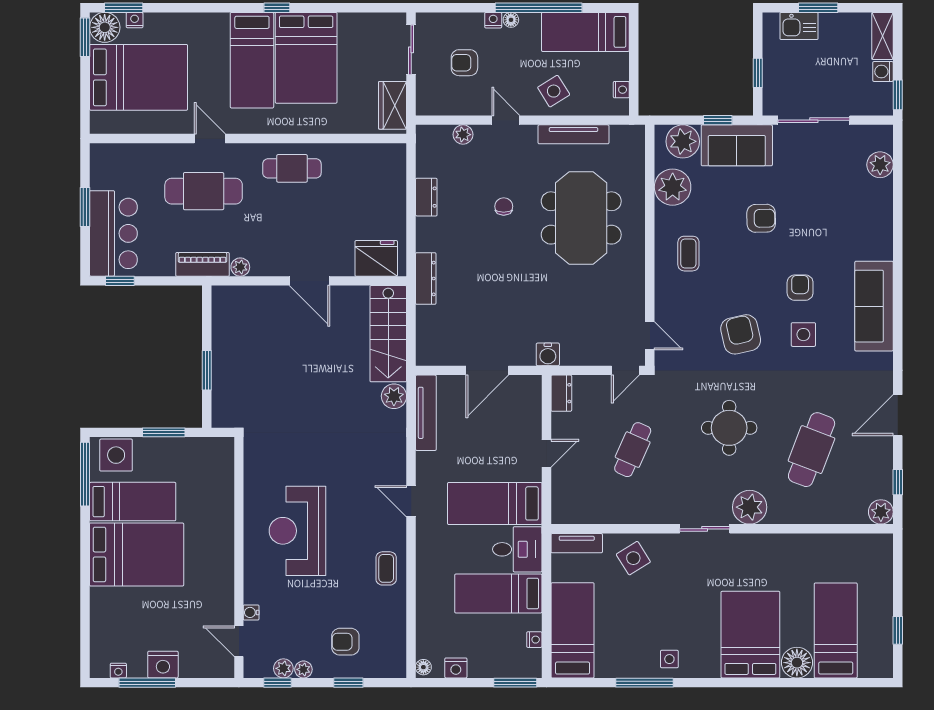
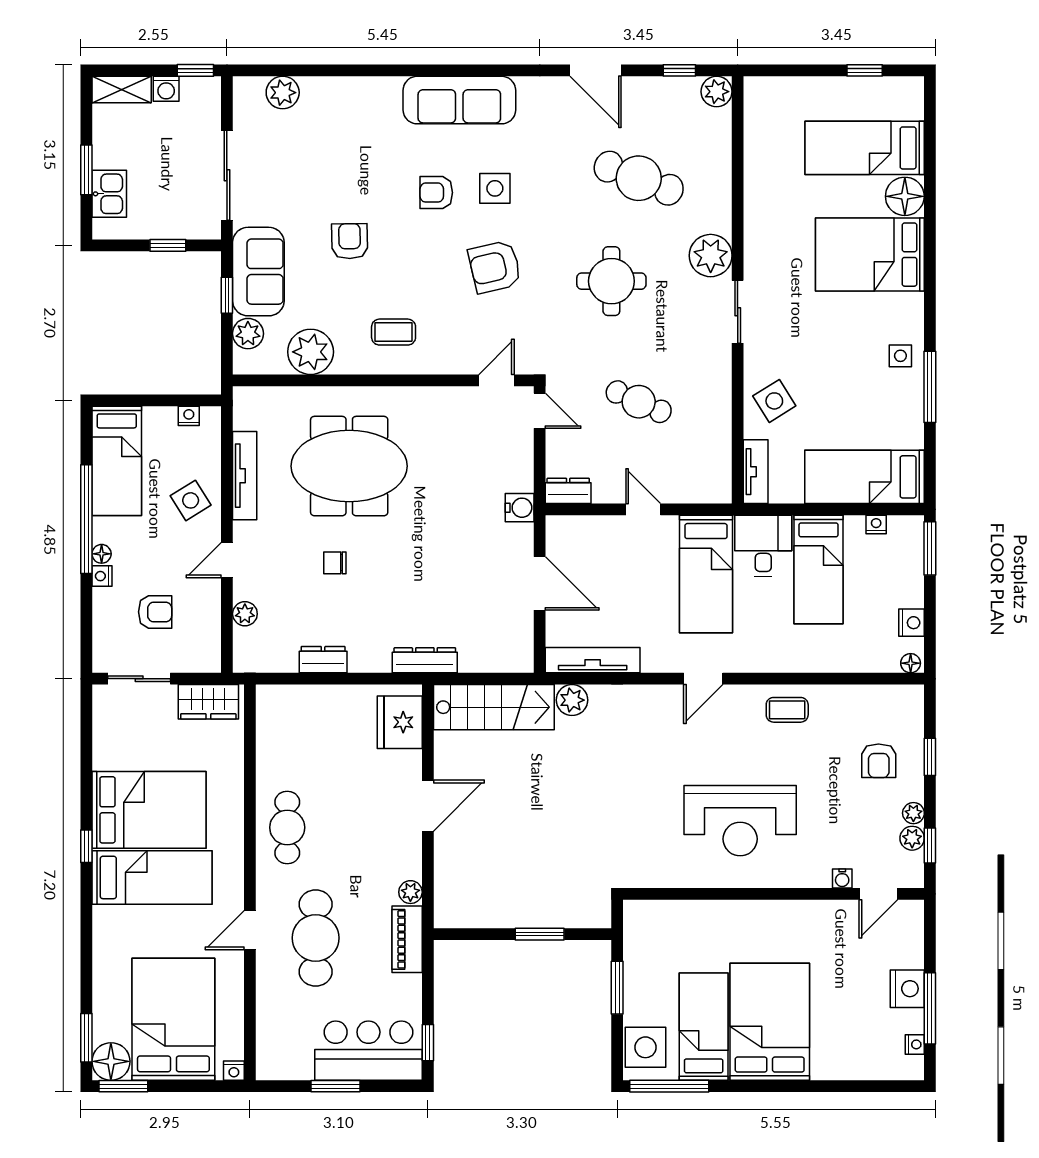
nightstand: (135, 20) -> (234, 1071), moved, turned -90
armchair: (464, 63) -> (155, 612), turned -90
plant: (683, 141) -> (248, 334), width x0.73, depth x0.73

